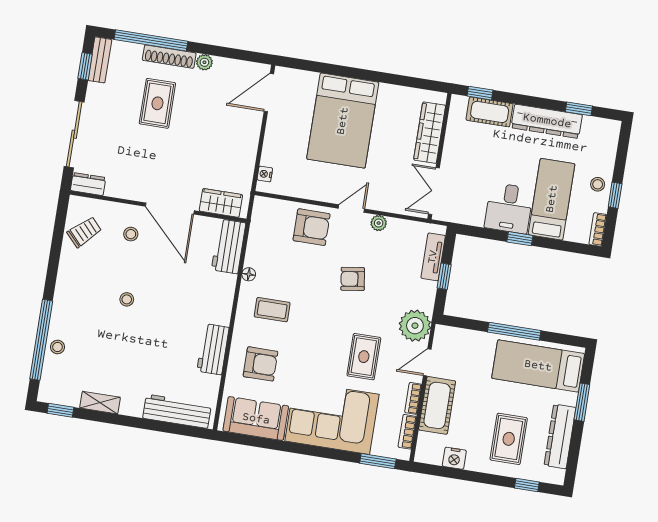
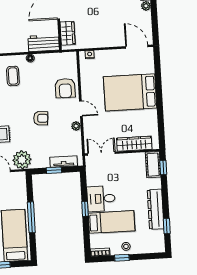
cot: (490, 112) -> (153, 165), moved
armchair: (353, 279) -> (41, 118), turned 102

